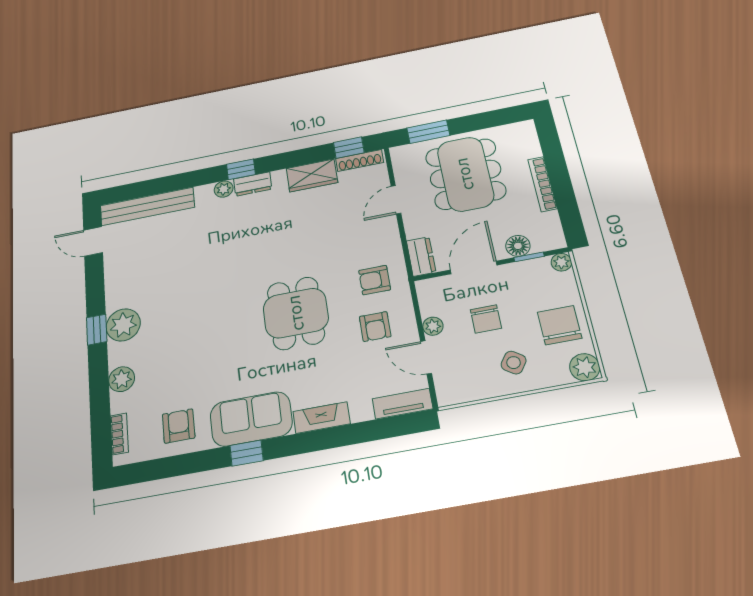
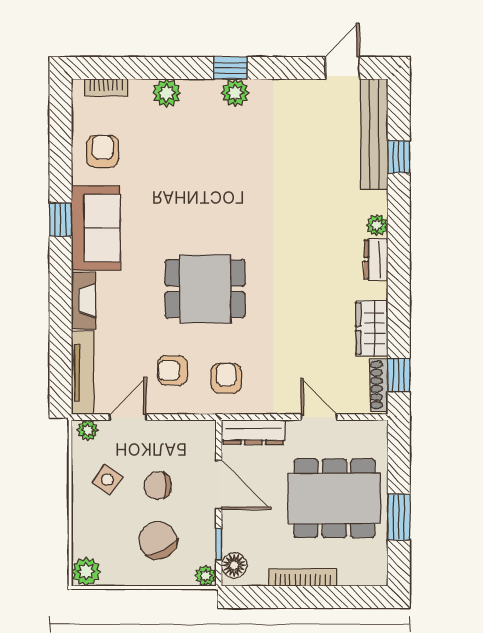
window: (428, 132) -> (399, 517), moved
window: (241, 169) -> (399, 157), moved
floor lamp: (518, 246) -> (234, 565), moved
dresser: (421, 256) -> (253, 432), width x1.44
plant: (123, 325) -> (235, 93), width x0.73, depth x0.73
chair: (560, 325) -> (158, 540), moved, turned -118
plant: (433, 326) -> (88, 430), moved
side table: (514, 363) -> (107, 480), moved
tv unit: (403, 404) -> (83, 373), width x1.41
armchair: (179, 426) -> (103, 151), turned -90

